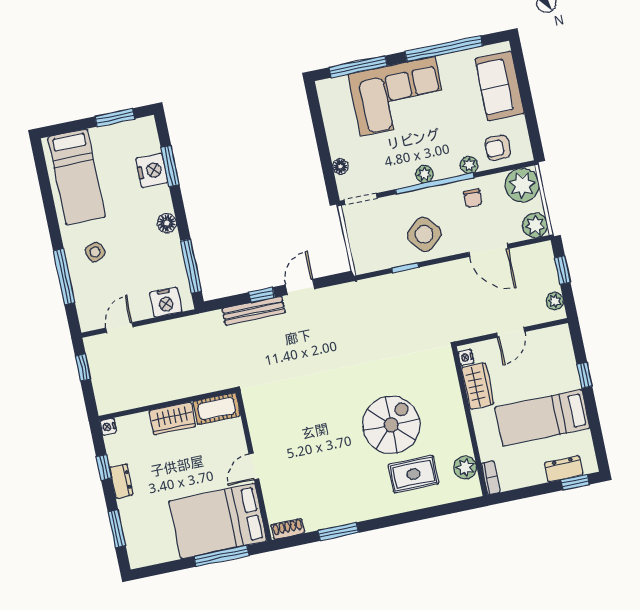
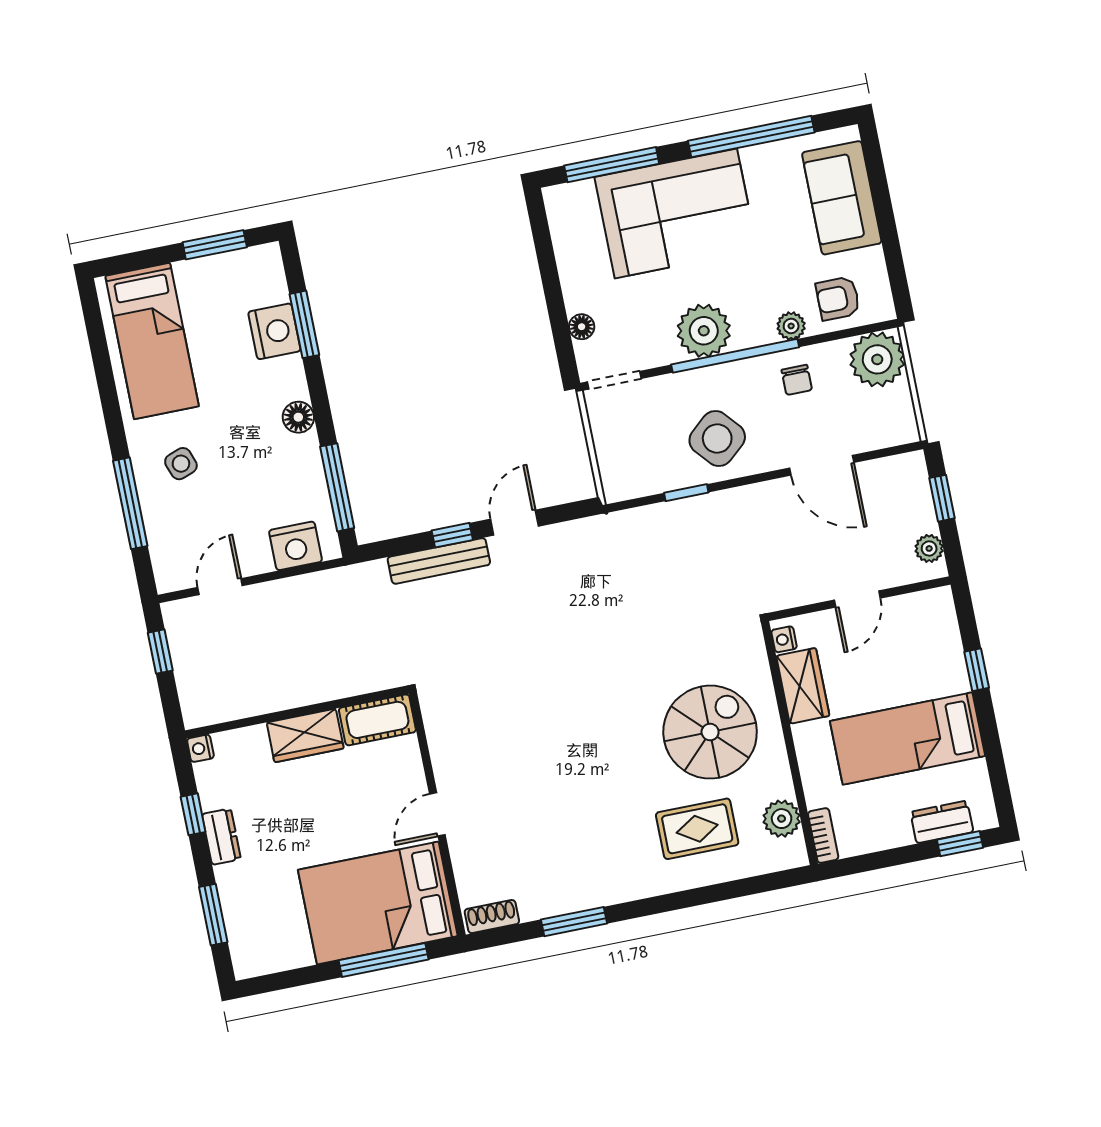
plant: (424, 174) -> (704, 331), width x1.88, depth x1.88
plant: (535, 225) -> (898, 425), removed
spiral stairs: (391, 425) -> (710, 732), moved

